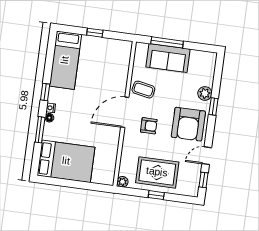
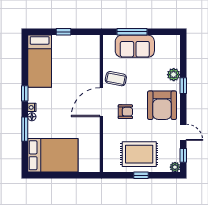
door: (207, 156) -> (183, 132), swing flipped
plant: (122, 182) -> (175, 167), moved

